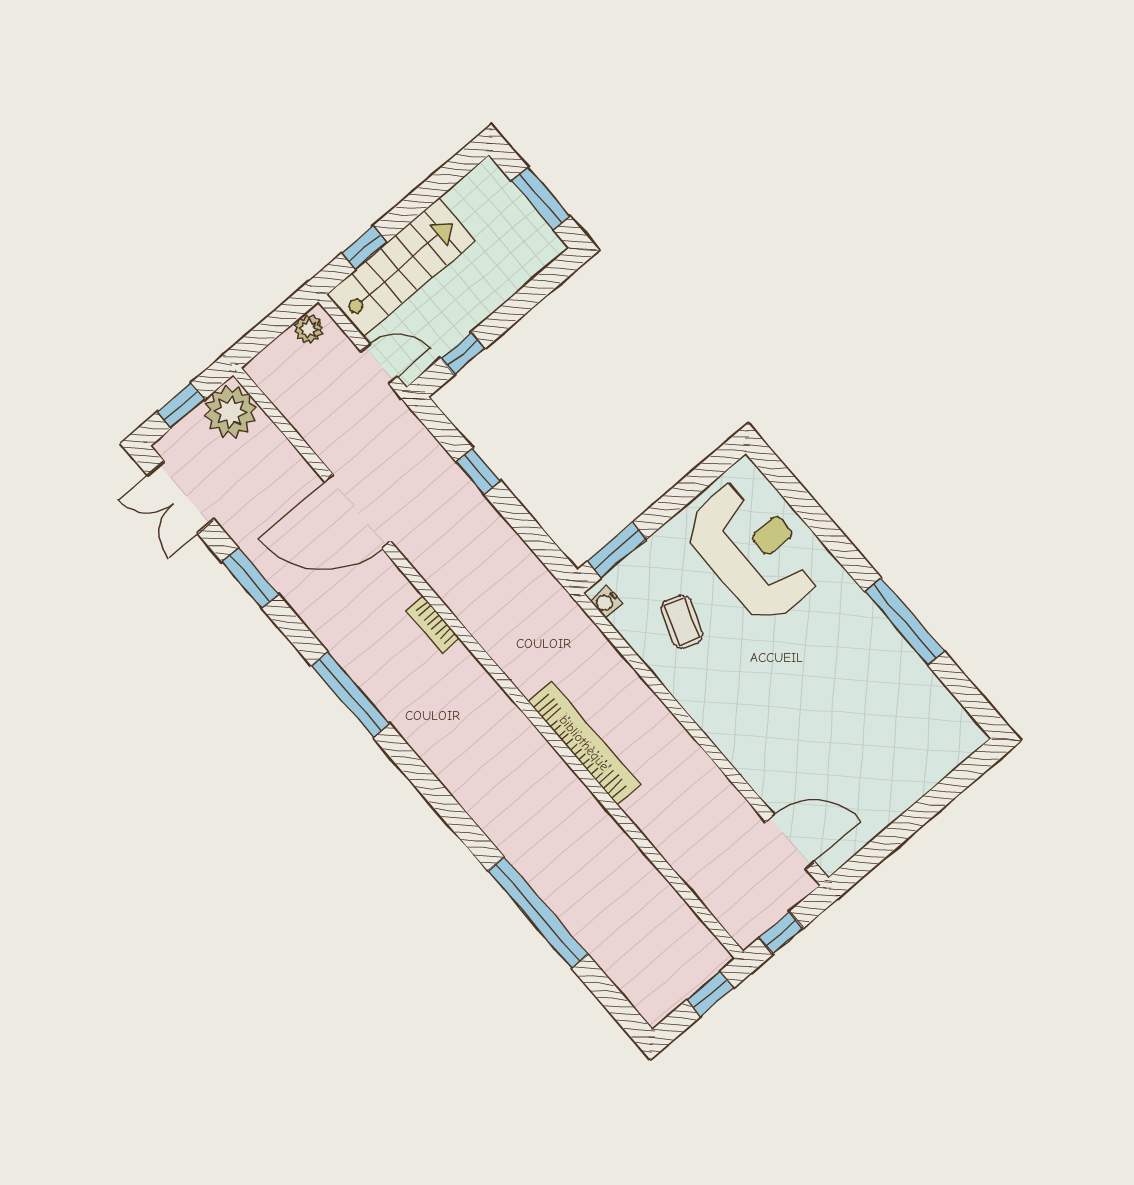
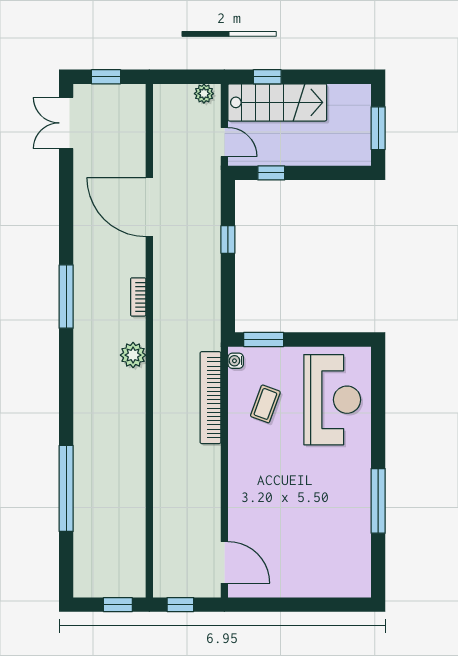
plant: (230, 412) -> (133, 355), moved, width x0.73, depth x0.73
window: (250, 578) -> (66, 194), removed
bookcase: (584, 743) -> (210, 398), moved, turned 180

